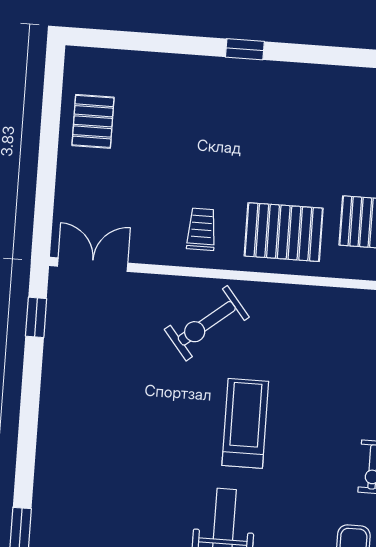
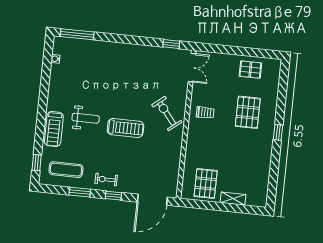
pallet: (284, 232) -> (248, 112), moved

